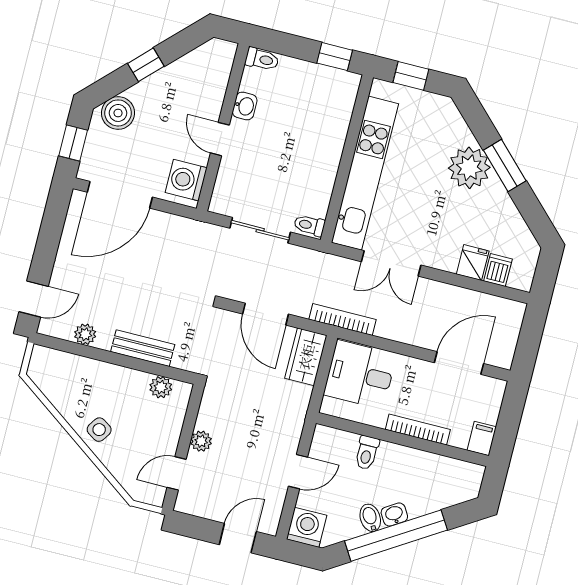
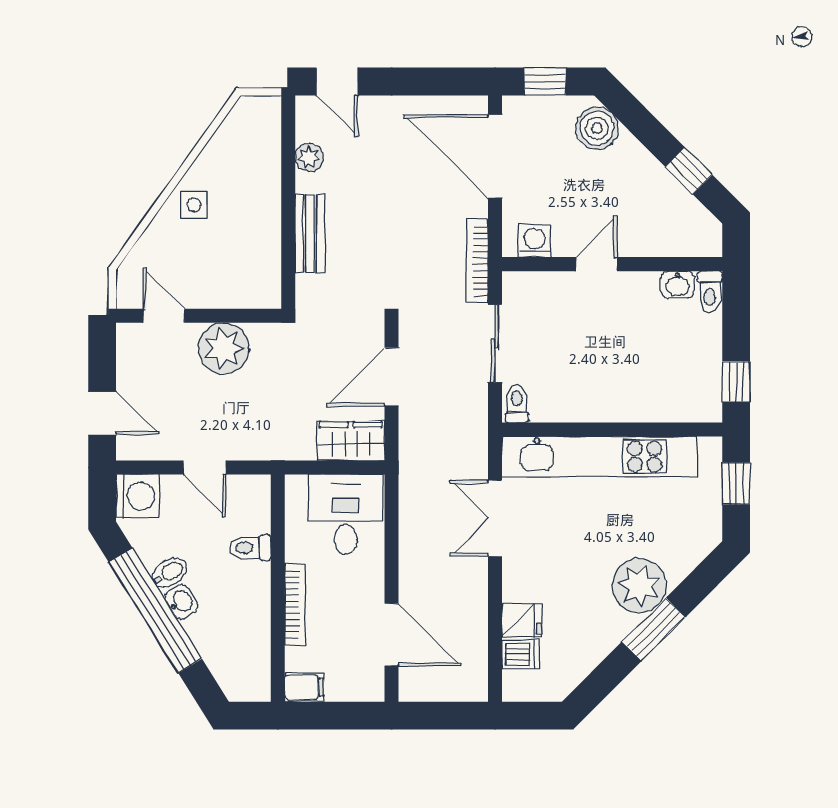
window: (146, 65) -> (689, 171), moved
washbasin: (245, 106) -> (678, 285), moved
washing machine: (186, 180) -> (534, 241), width x0.73, depth x0.73
bookcase: (343, 319) -> (477, 261), moved, turned 180
plant: (161, 387) -> (267, 269), removed
side table: (99, 430) -> (194, 205), turned -33
plant: (201, 441) -> (224, 348), width x1.88, depth x1.88

